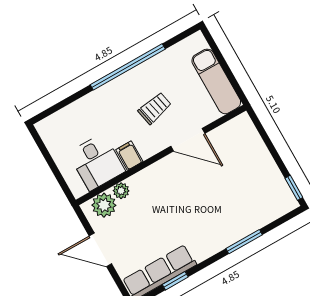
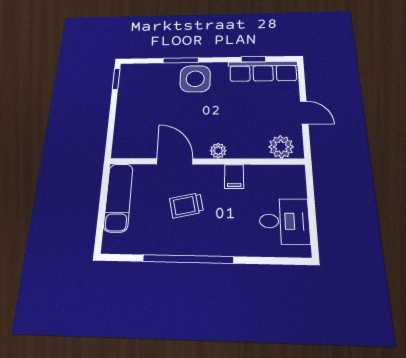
desk: (97, 162) -> (284, 221), moved, turned 90
plant: (121, 191) -> (218, 151), moved
side table: (218, 230) -> (195, 79), added
door: (100, 250) -> (304, 112), width x0.73

